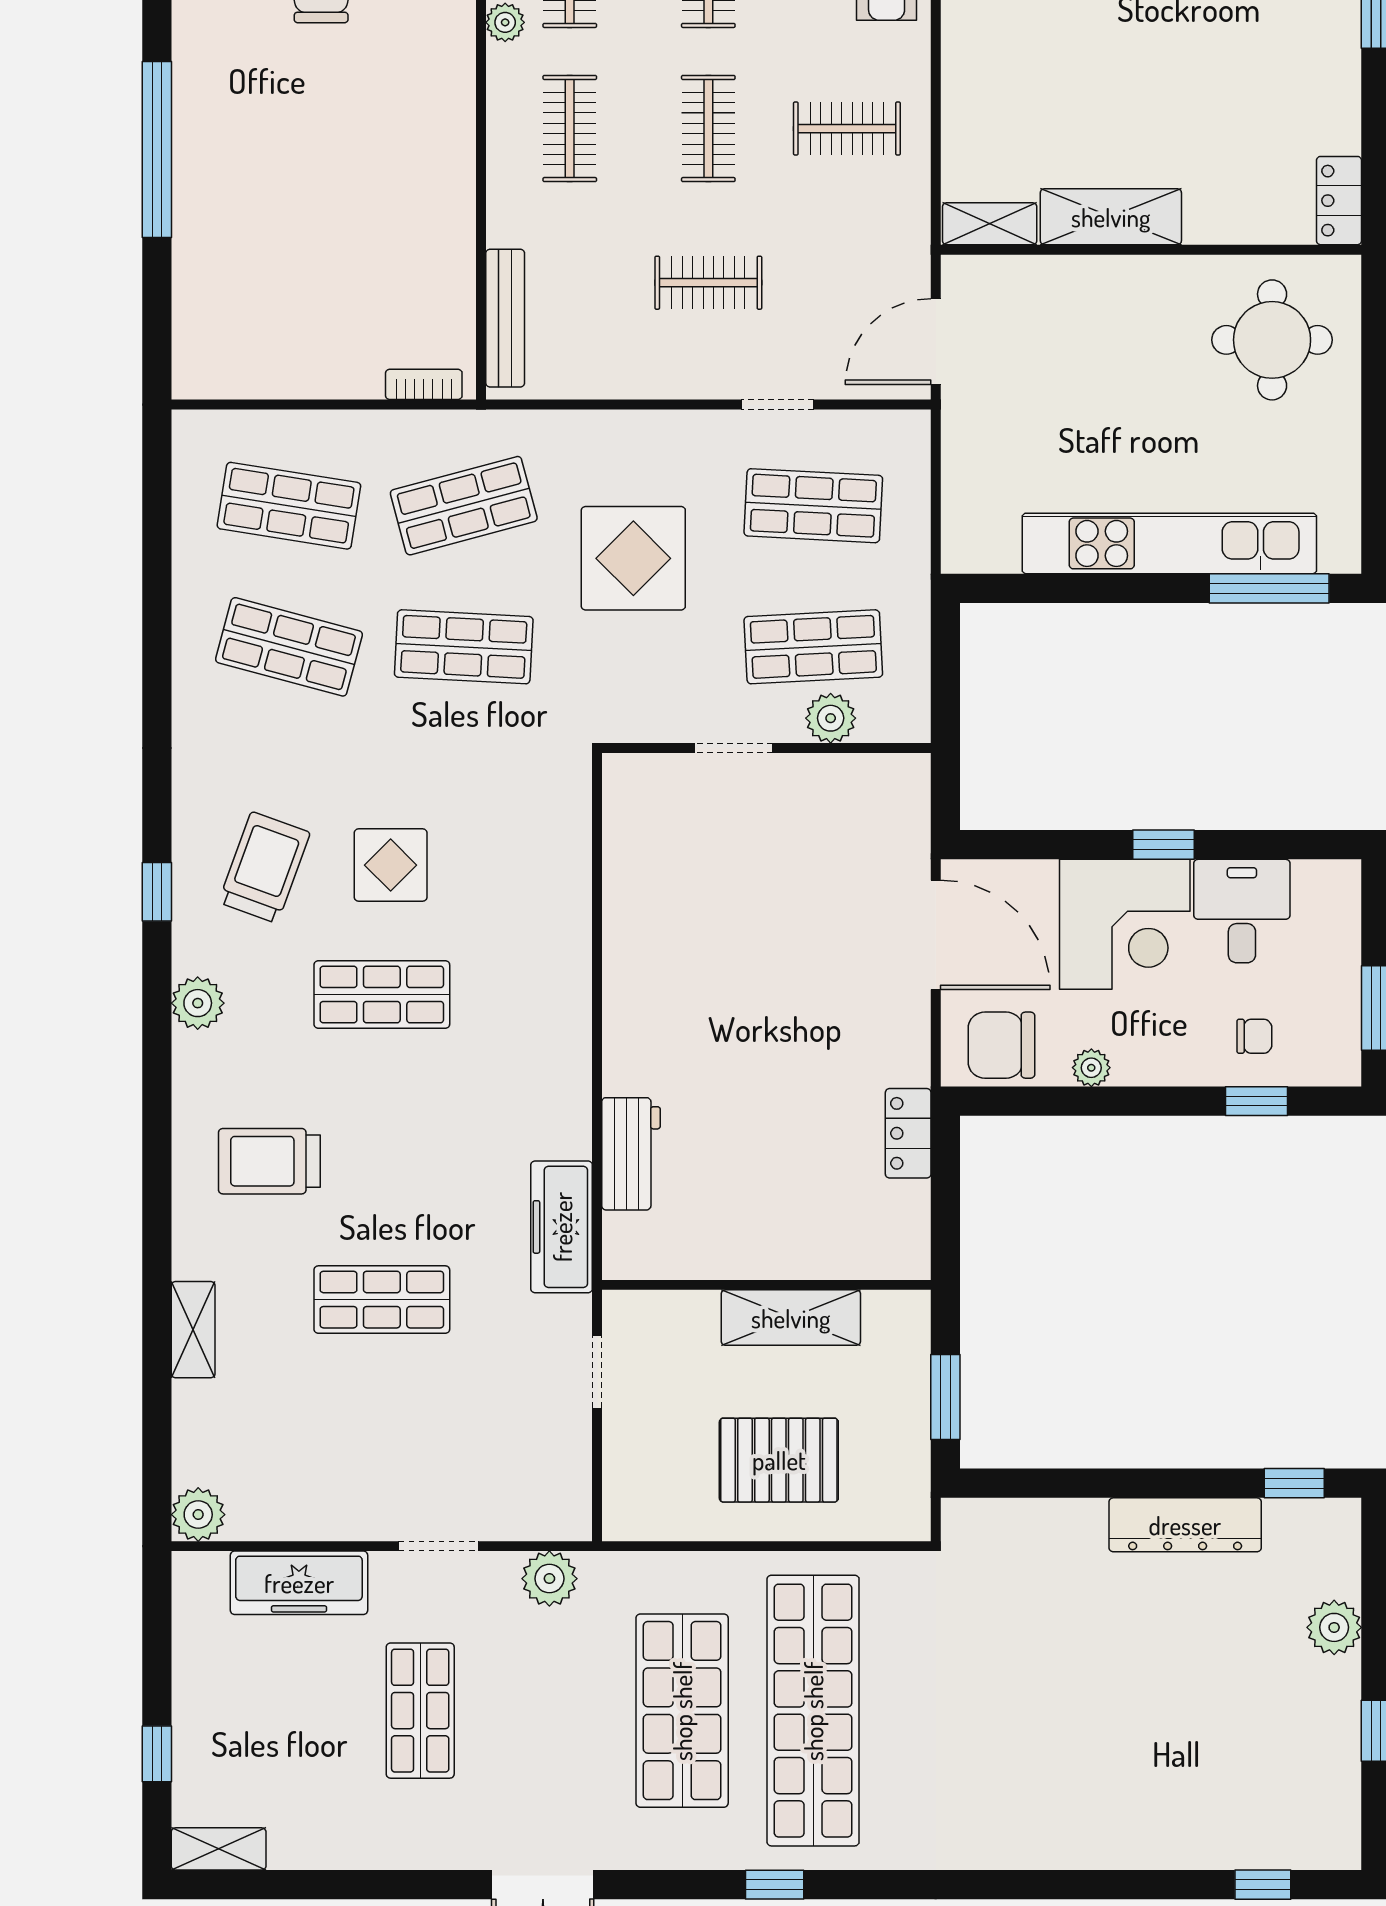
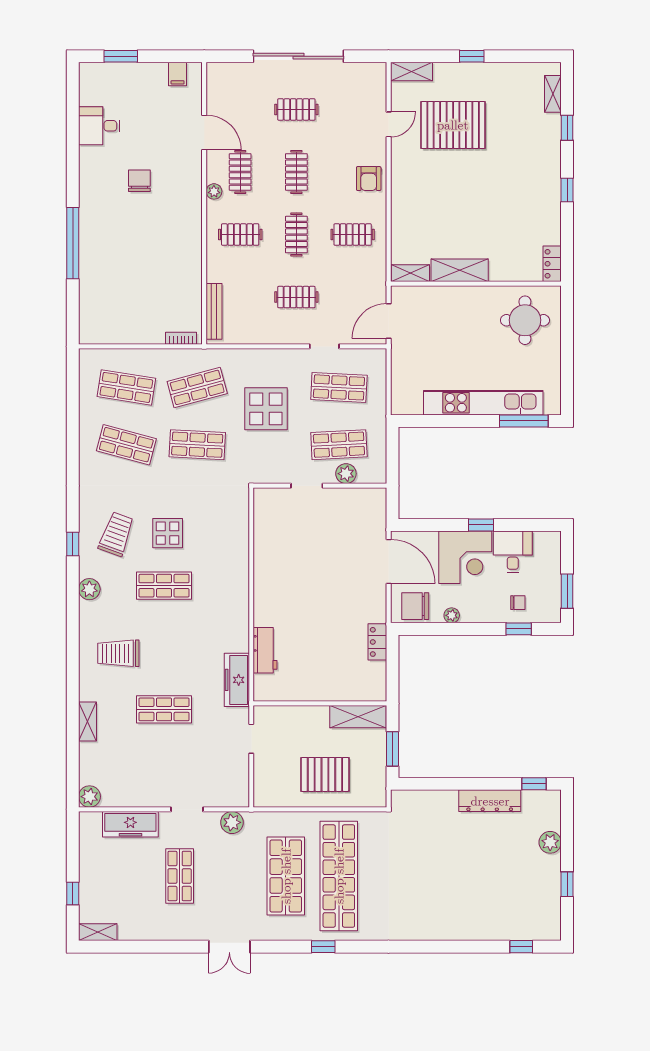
clothes rail: (570, 129) -> (240, 235), turned 90
shelving: (791, 1318) -> (358, 717), moved

